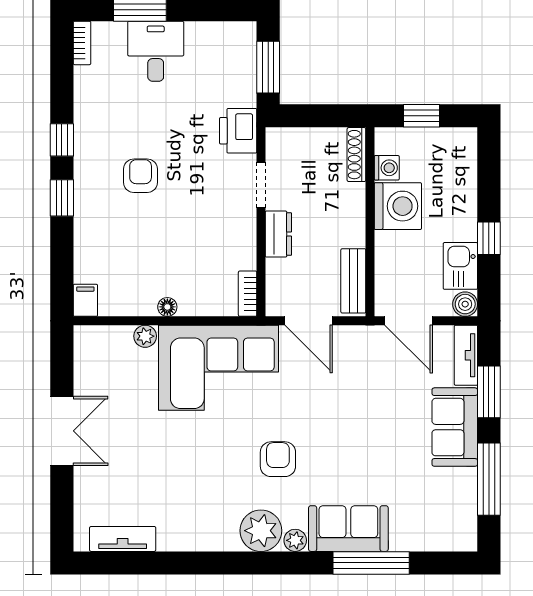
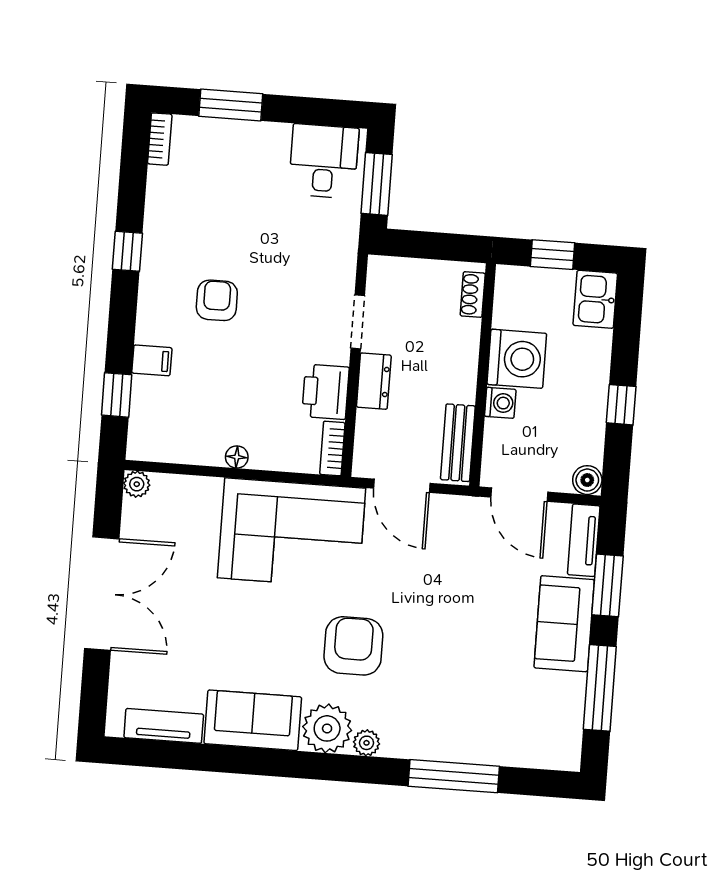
desk: (156, 51) -> (324, 161), moved
printer: (238, 131) -> (325, 392), moved
shoe rack: (356, 155) -> (473, 294), width x0.70
washing machine: (387, 168) -> (500, 403), moved
window: (62, 198) -> (117, 395), moved
kitchen sink: (460, 266) -> (595, 299), moved
filing cabinet: (85, 300) -> (152, 360), moved, turned 90
plant: (145, 336) -> (137, 484), moved
double door: (62, 431) -> (102, 594), width x1.37
armchair: (278, 459) -> (353, 646), width x1.38, depth x1.38
sofa: (348, 529) -> (253, 720), moved

